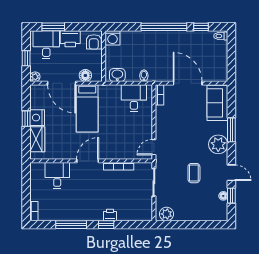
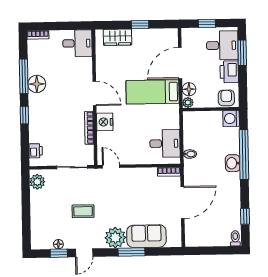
window: (164, 27) -> (244, 154), moved
armchair: (94, 42) -> (226, 98), turned 90
washbasin: (117, 75) -> (233, 163), moved, turned 180
plant: (35, 77) -> (188, 102), moved
sofa: (217, 103) -> (146, 236), moved
nightstand: (37, 118) -> (105, 122), moved, turned -90
desk: (57, 175) -> (77, 43), moved
floor lamp: (78, 213) -> (37, 84), added
printer: (110, 215) -> (36, 151), moved

